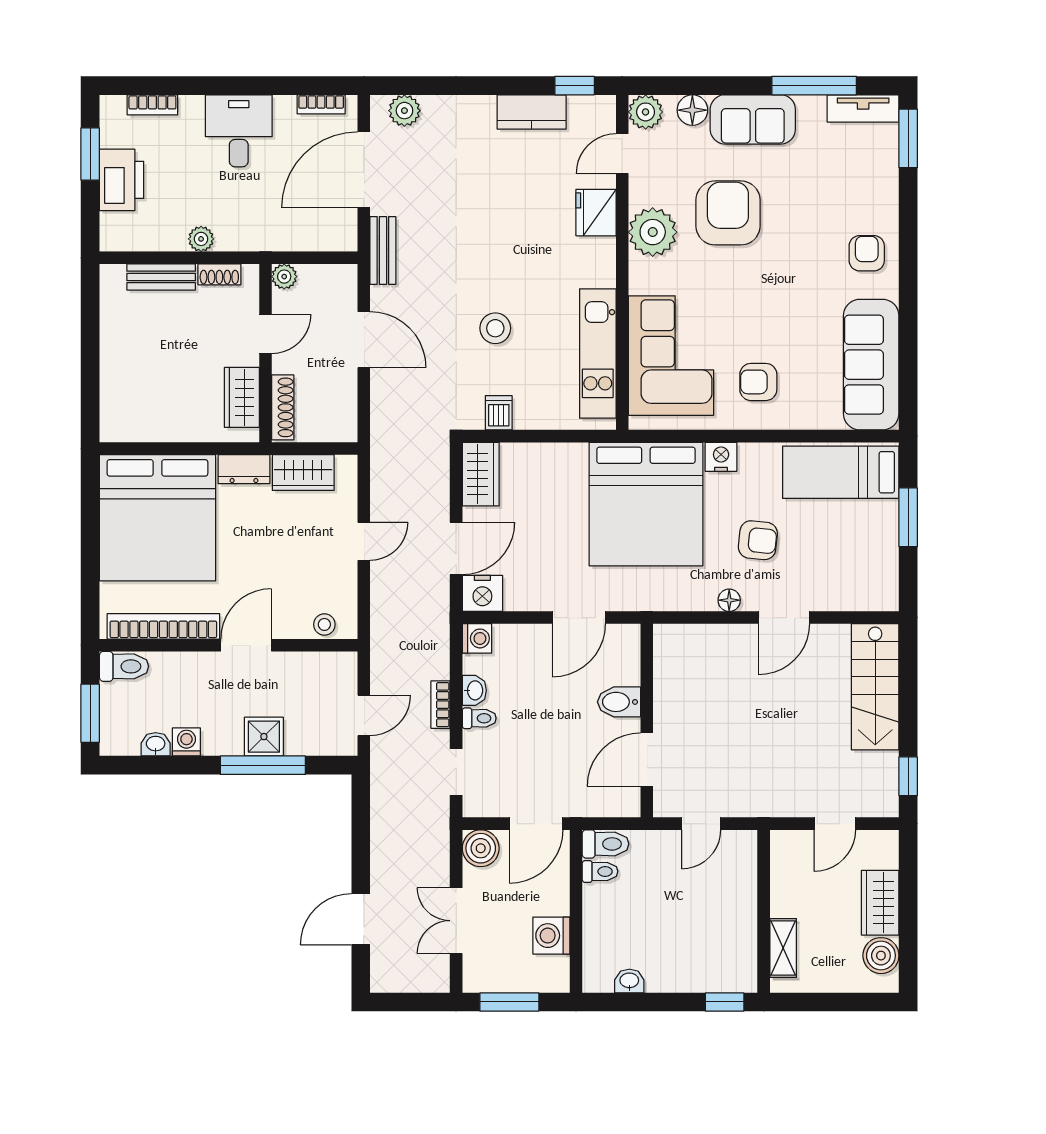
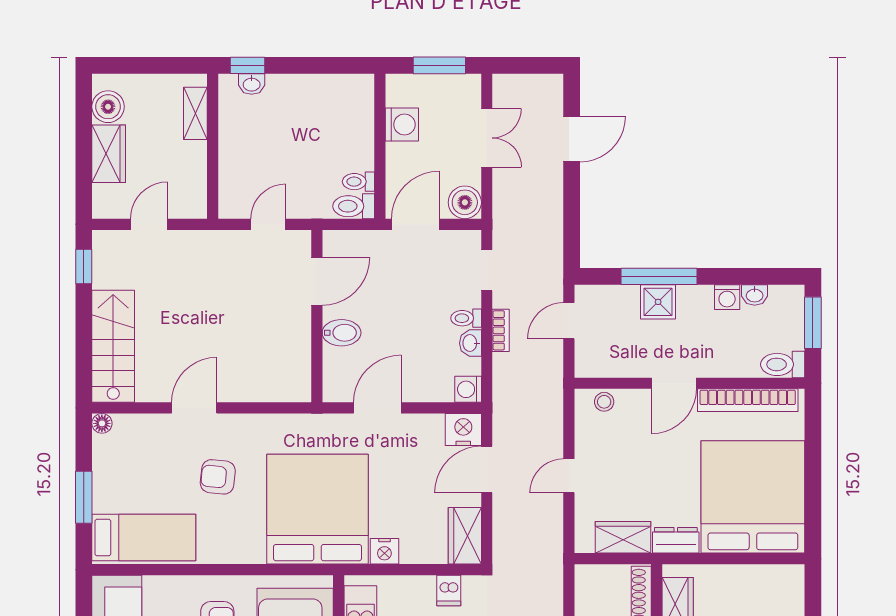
nightstand: (721, 457) -> (384, 551), moved
floor lamp: (729, 600) -> (102, 423), moved
washbasin: (629, 981) -> (252, 84), moved

